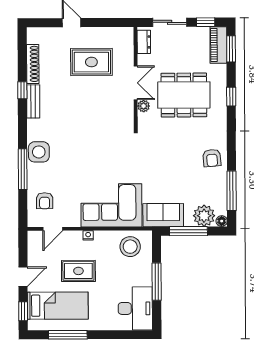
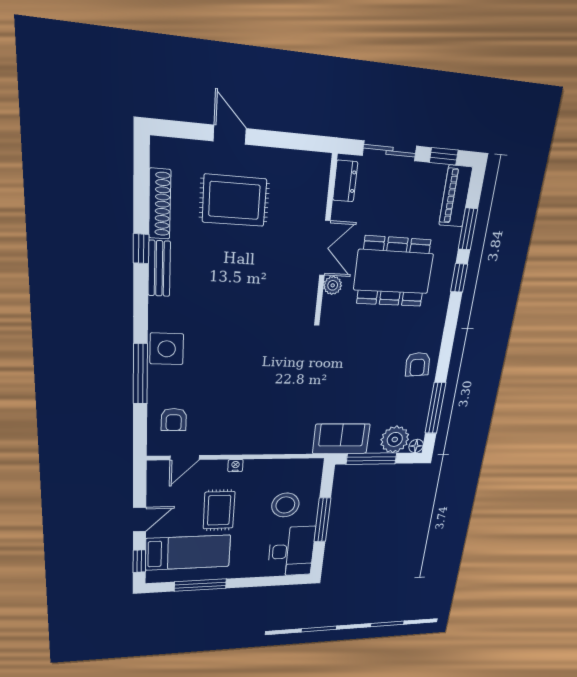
window: (231, 49) -> (468, 229), moved
rug: (91, 62) -> (234, 200), moved
corner sofa: (111, 205) -> (272, 426), removed
stool: (130, 247) -> (285, 505), moved
rug: (78, 271) -> (219, 510), turned 90

